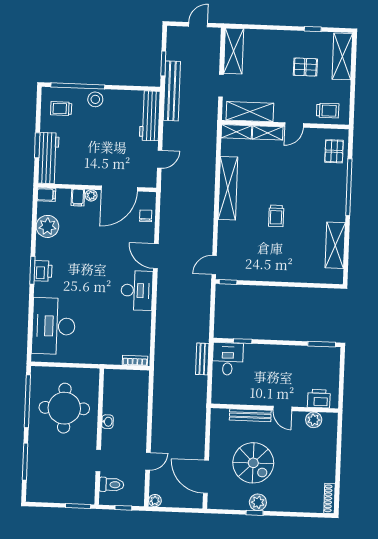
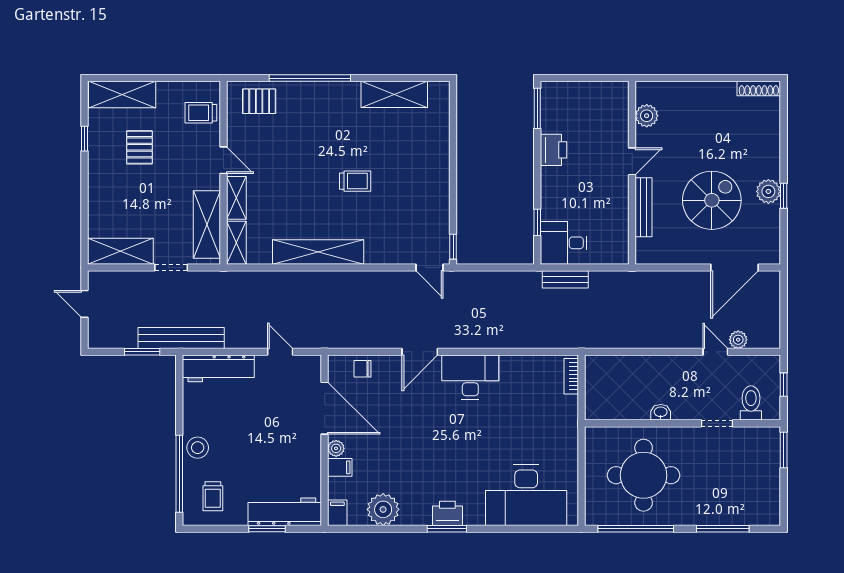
trolley: (328, 111) -> (201, 113), turned -90
printer: (319, 399) -> (554, 150), moved, turned 180
plant: (155, 501) -> (738, 340), moved

